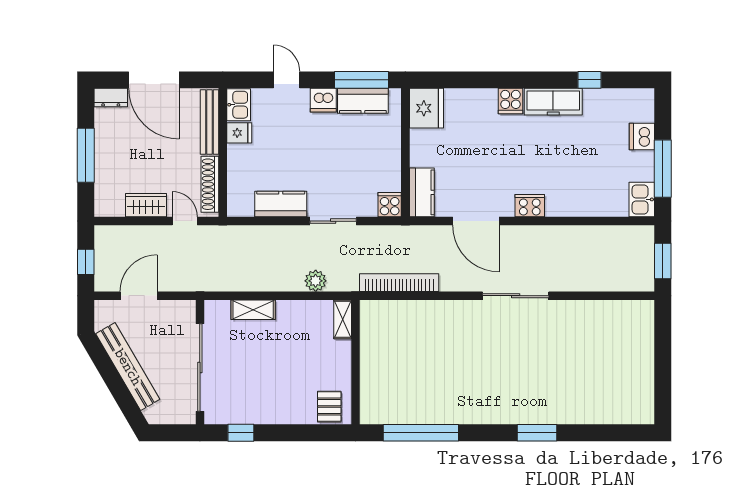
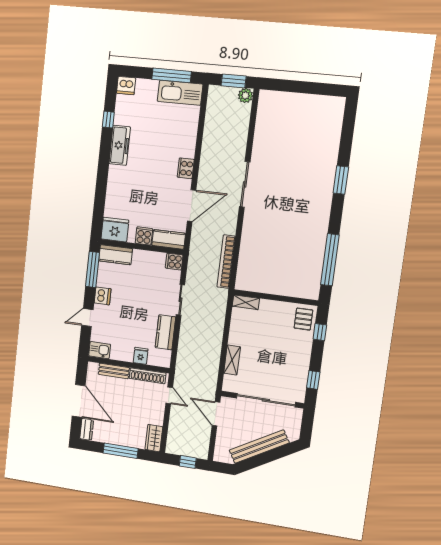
door: (154, 80) -> (79, 401), hinge flipped
kitchen counter: (363, 101) -> (116, 255), moved, turned 90
cooker: (511, 101) -> (144, 236), moved, turned -90
bench: (210, 122) -> (114, 371), width x0.73
fridge: (239, 133) -> (141, 356), moved
dishwasher: (642, 137) -> (126, 86), moved
kitchen sink: (642, 199) -> (180, 93), width x1.88, depth x1.24
wardrobe: (146, 205) -> (154, 438), moved
door: (185, 221) -> (169, 395), swing flipped
plant: (316, 281) -> (245, 95), moved
door: (139, 296) -> (216, 414), moved
pallet: (329, 407) -> (303, 319), turned 90
window: (313, 433) -> (320, 332), added

